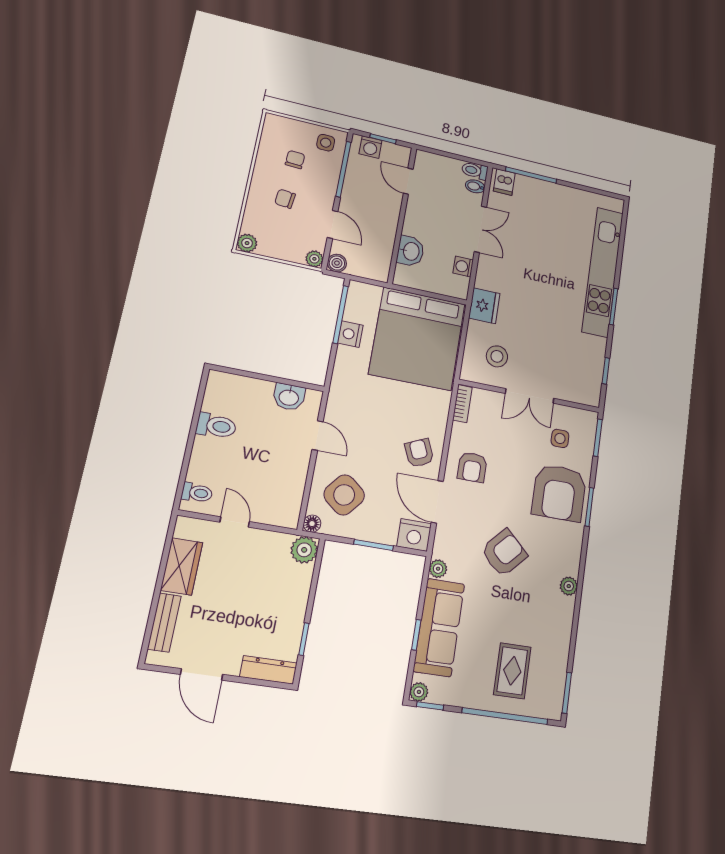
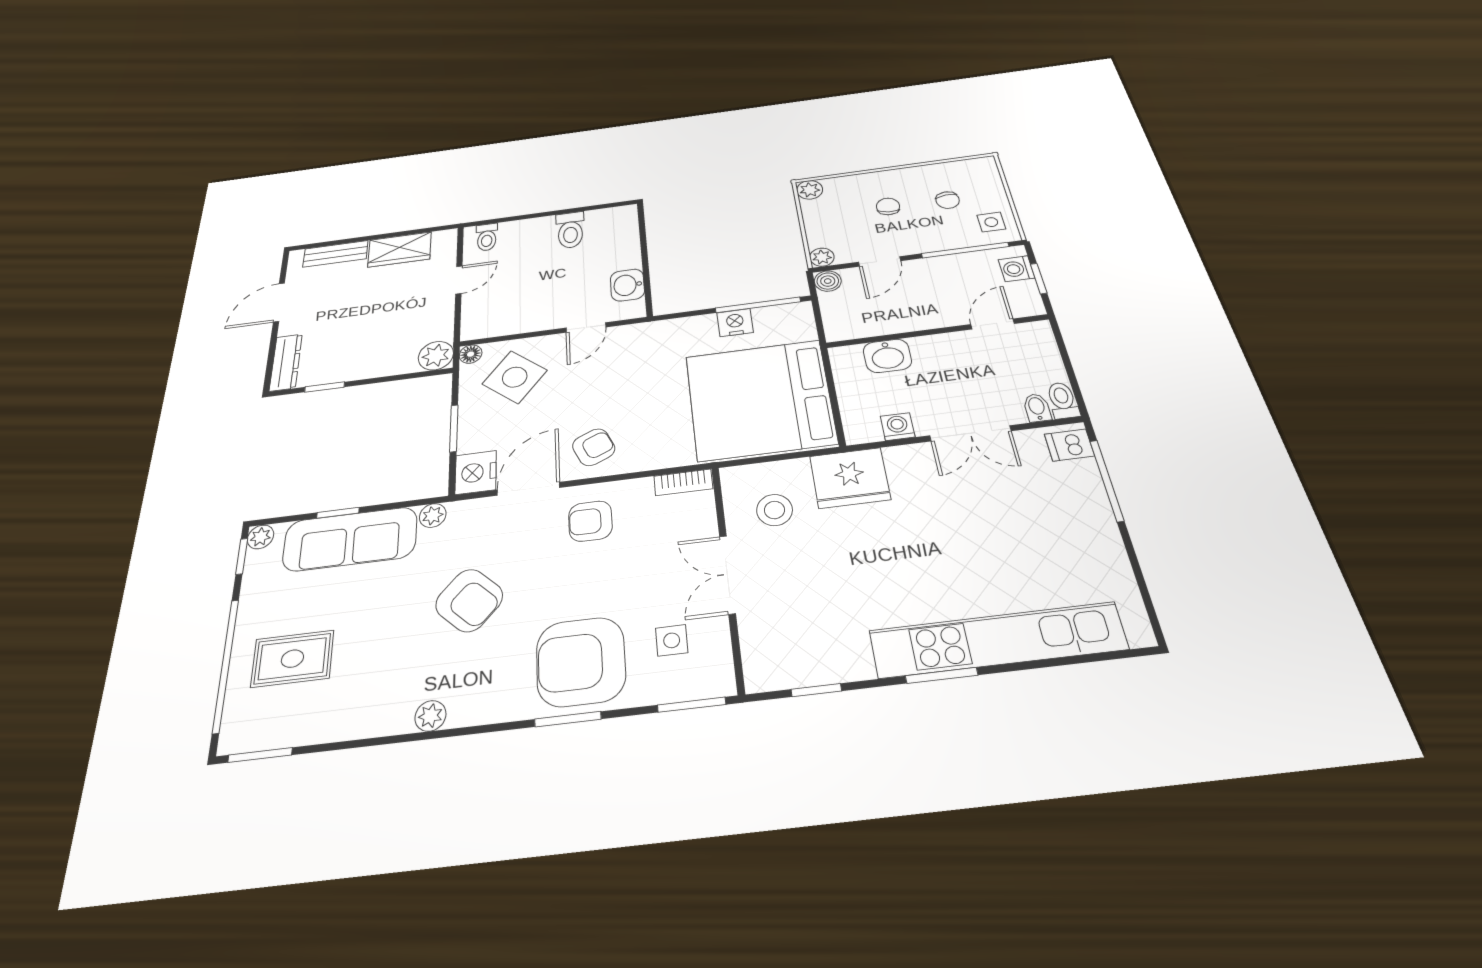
chair: (295, 160) -> (948, 200), turned 82
fridge: (484, 306) -> (850, 478), width x1.36, depth x1.34

